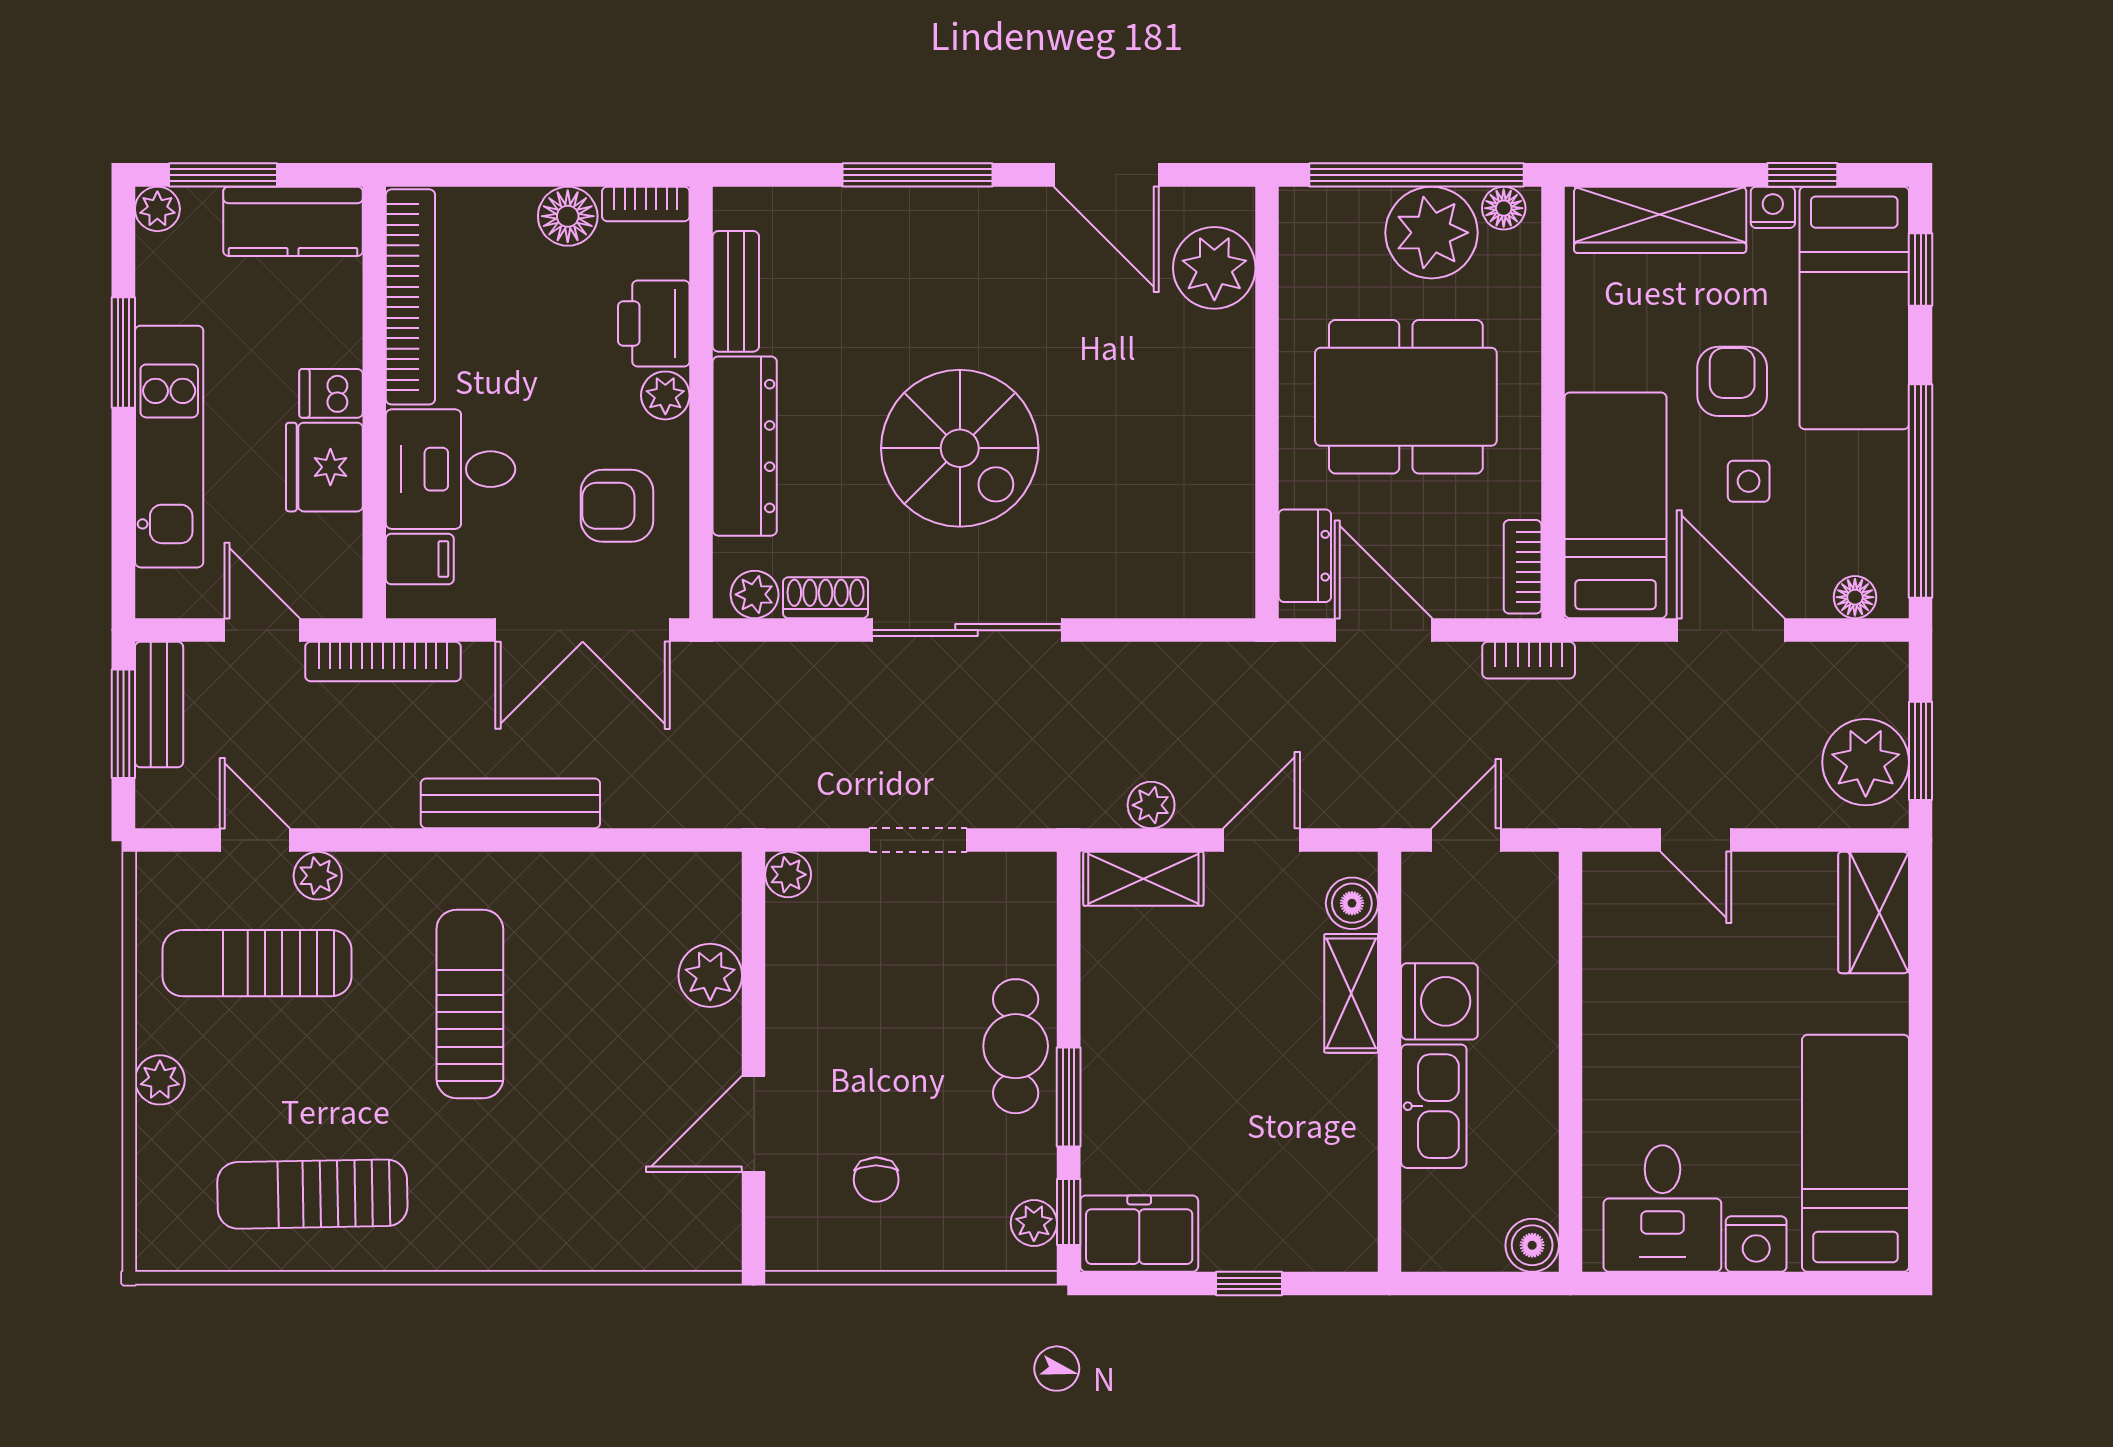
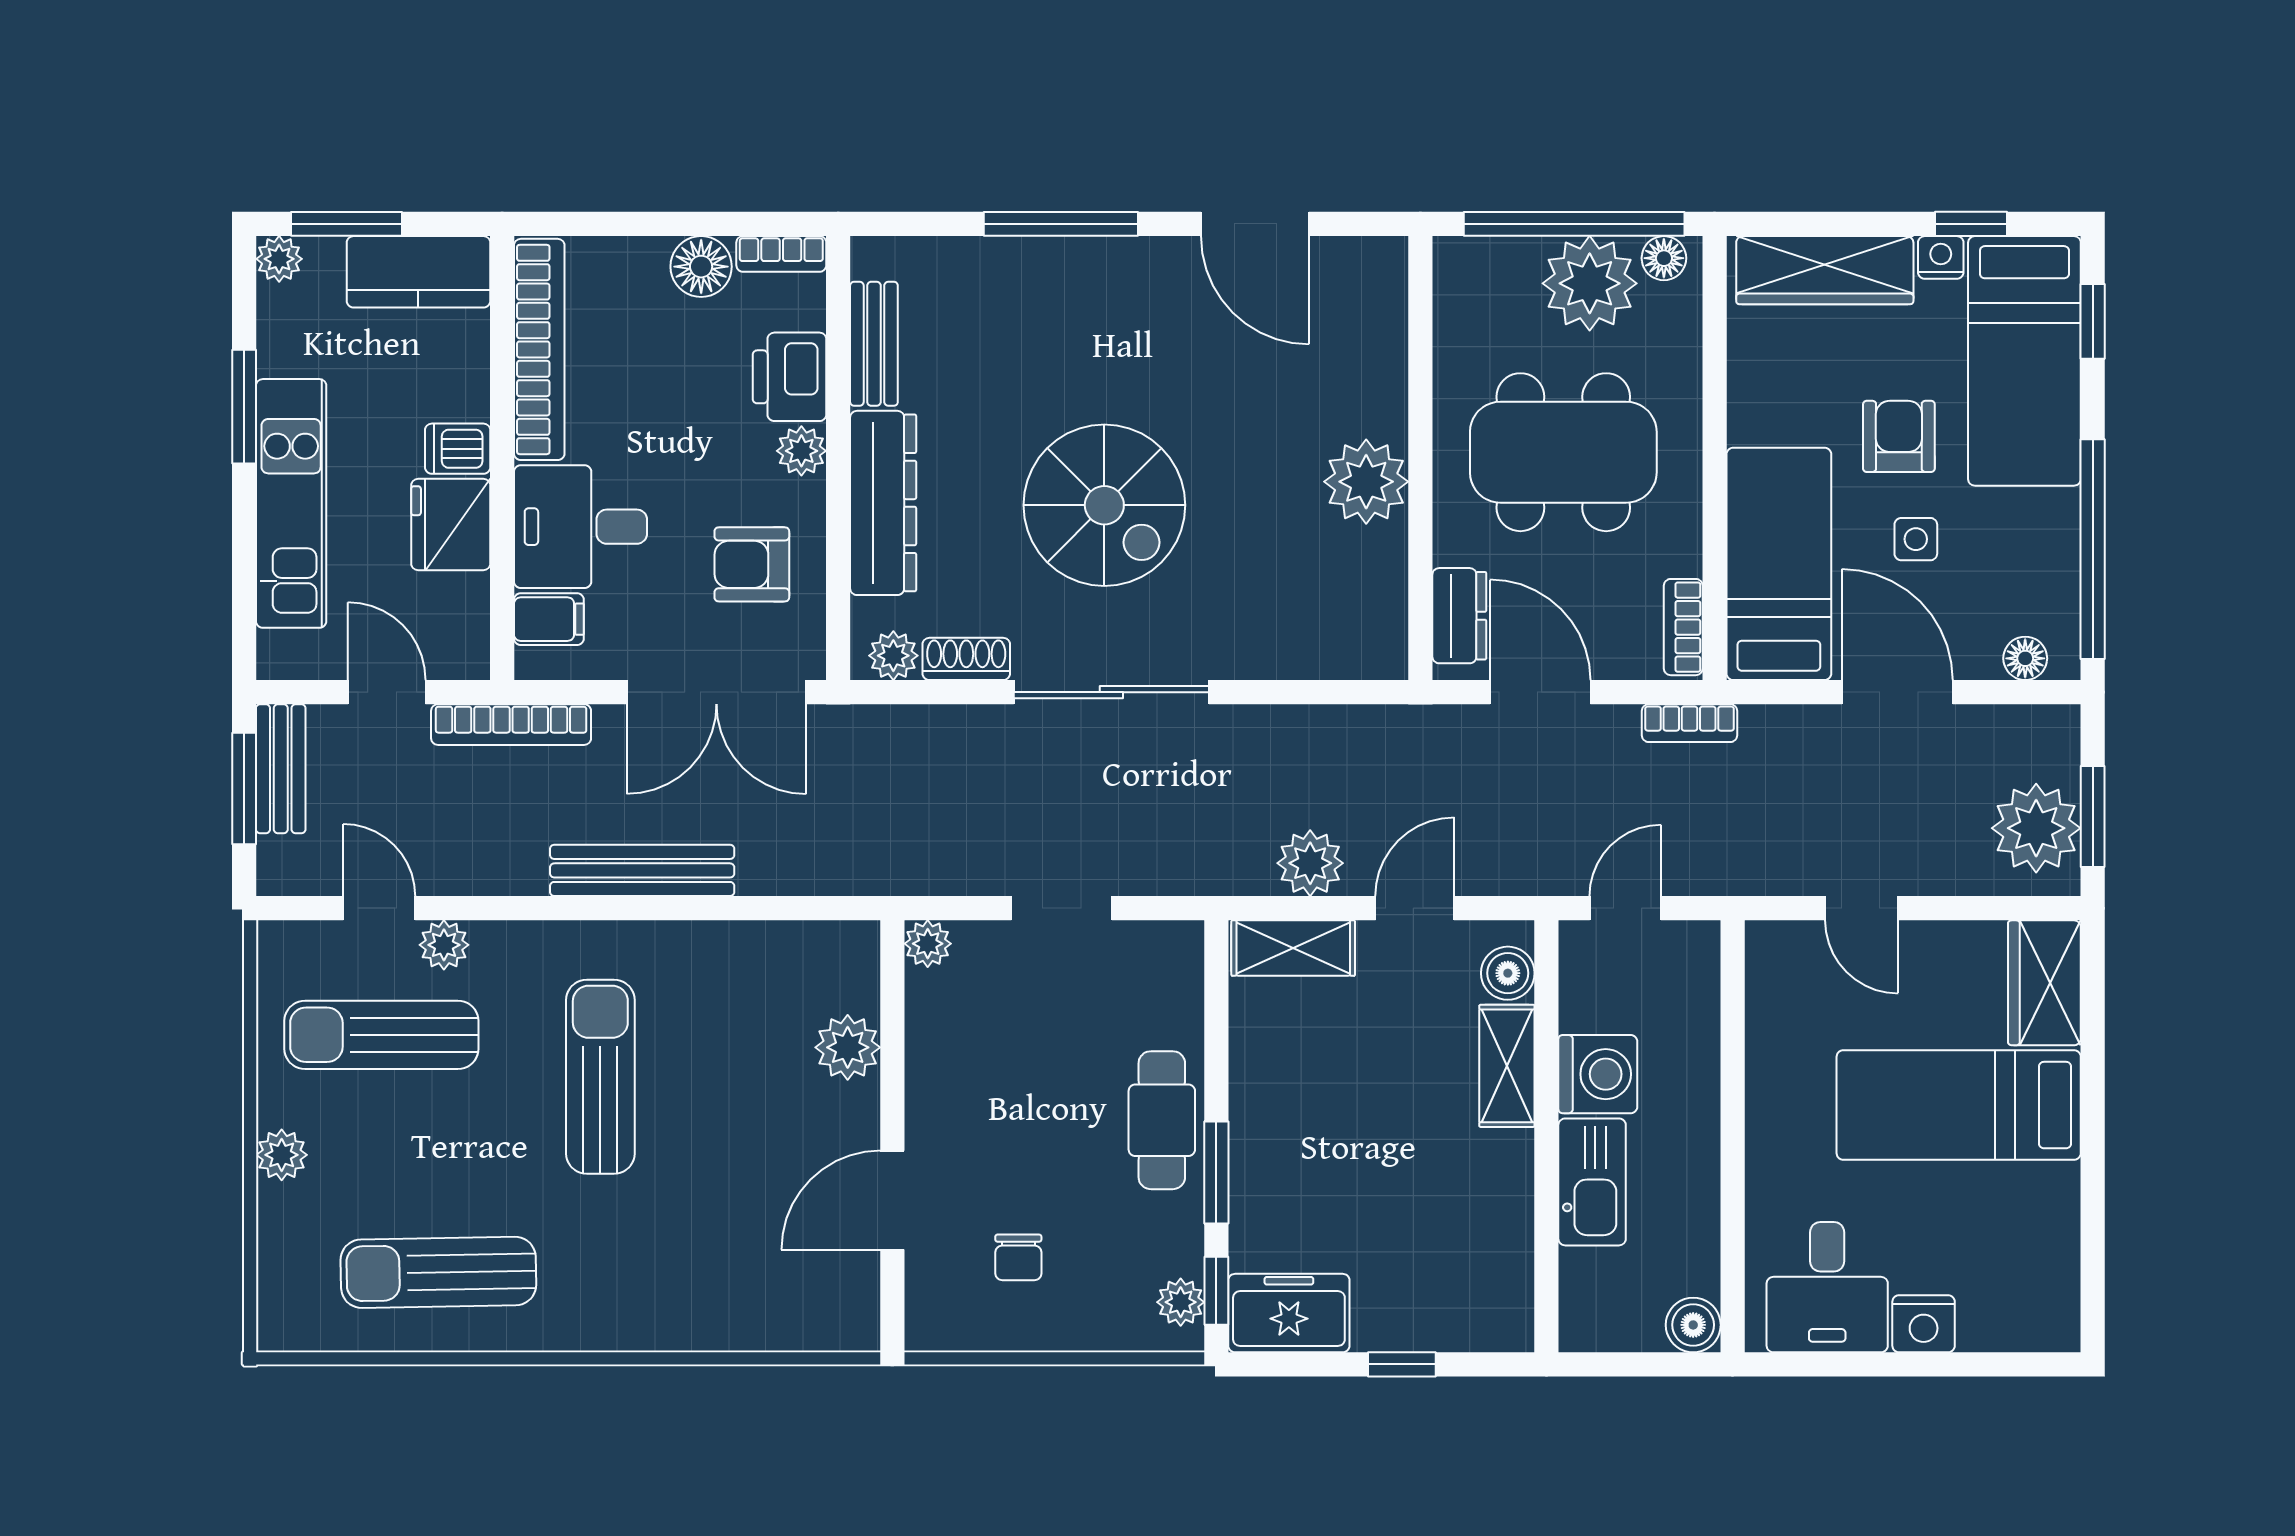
plant: (1214, 268) -> (1366, 482), moved
plant: (1151, 805) -> (1310, 863), width x1.38, depth x1.38
bed: (1856, 1153) -> (1959, 1105), moved, turned -90

